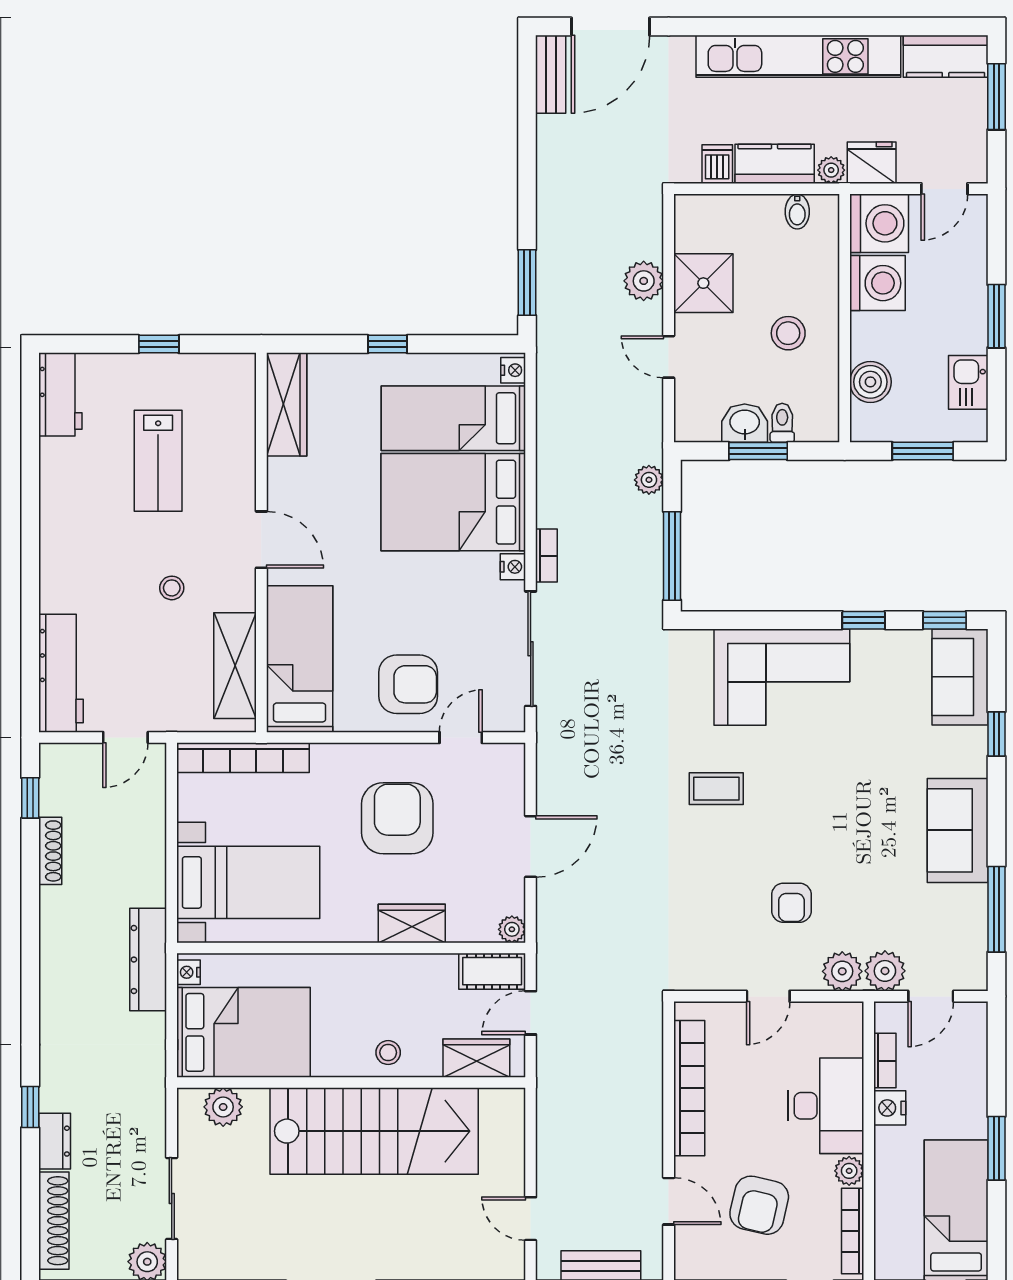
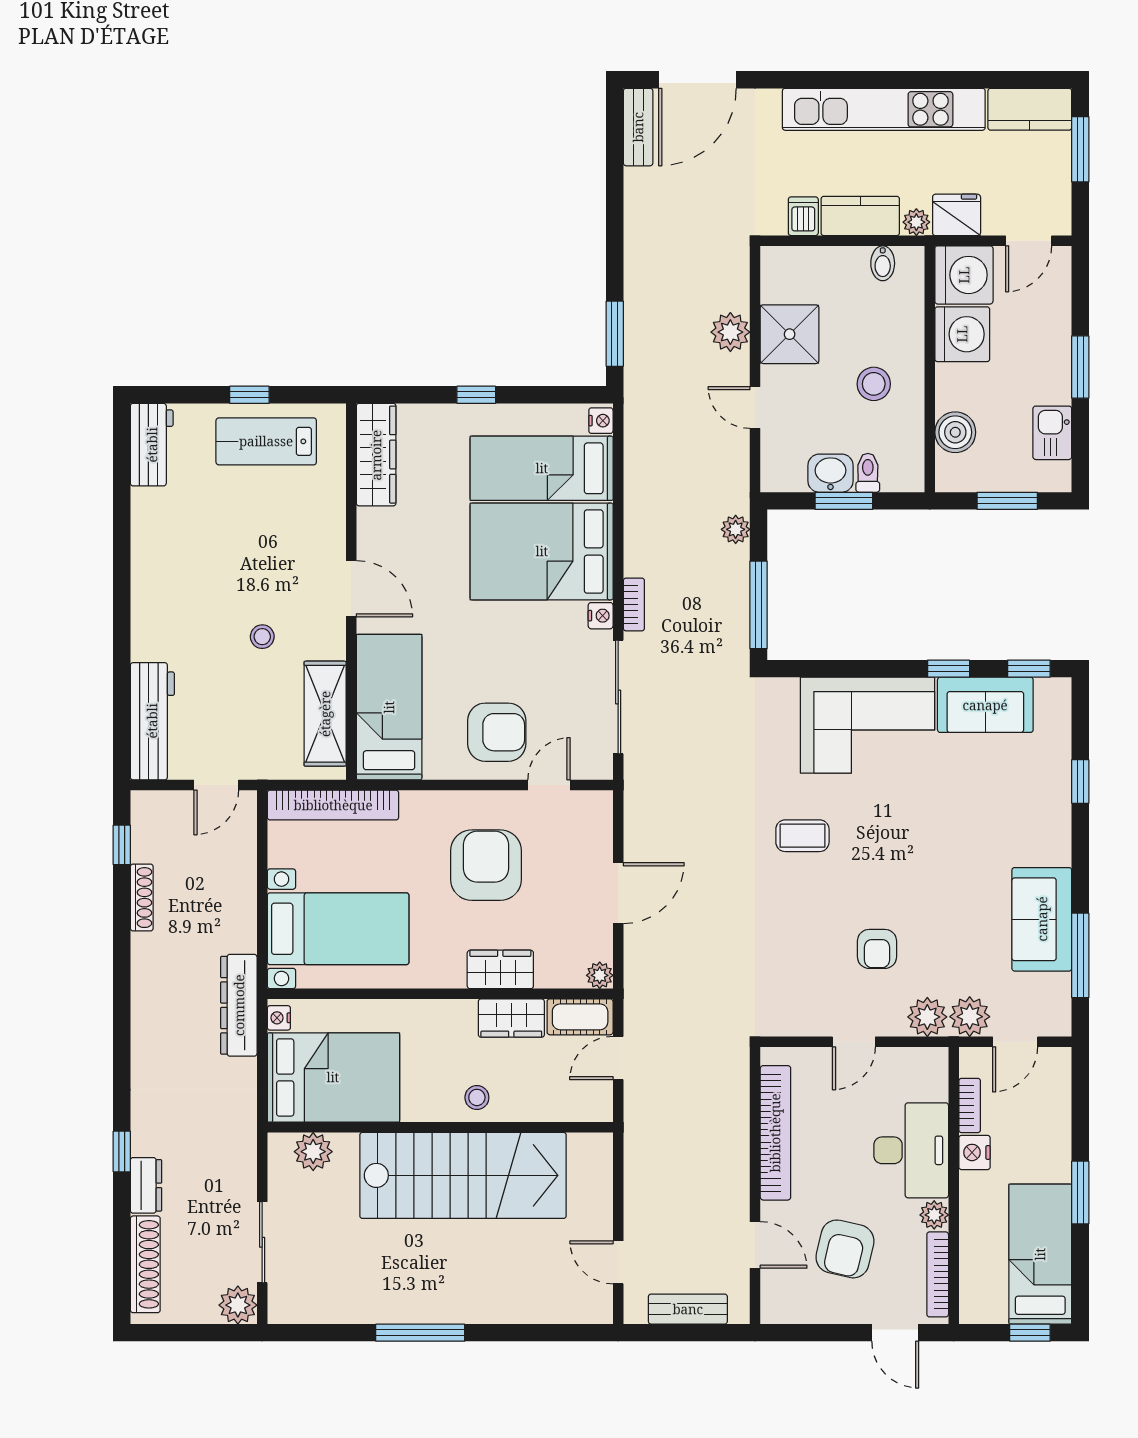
lab bench: (158, 461) -> (266, 441), moved, turned 90
sofa: (960, 677) -> (985, 705), moved, turned -90
sofa: (958, 830) -> (1042, 919), moved
wardrobe: (476, 1058) -> (511, 1018), moved, turned 180

